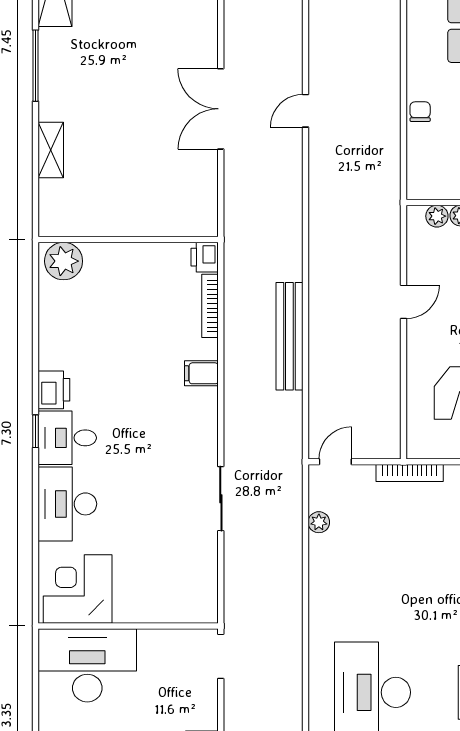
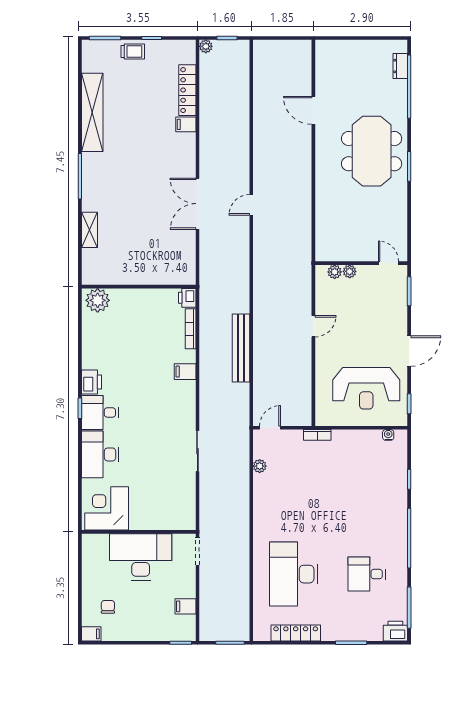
chair: (420, 112) -> (324, 205), removed
bookcase: (410, 473) -> (317, 435), width x0.64
desk: (87, 665) -> (141, 557), moved

